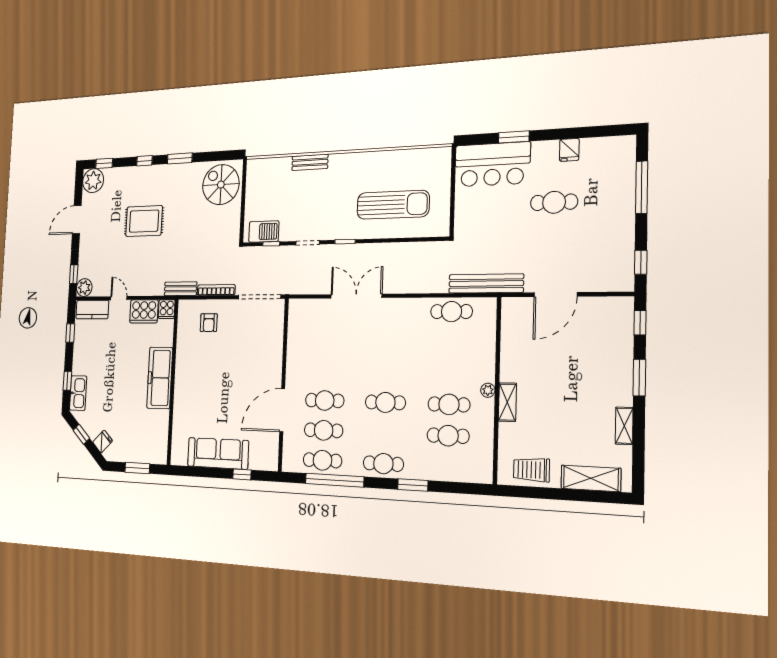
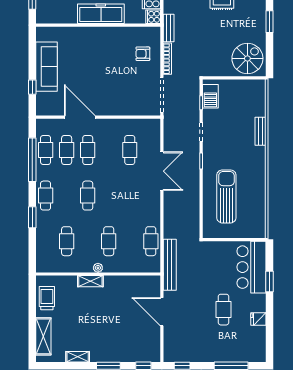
sun lounger: (393, 205) -> (226, 196), turned 180
cafe table: (327, 341) -> (130, 150), added
cafe table: (449, 404) -> (109, 241), moved

